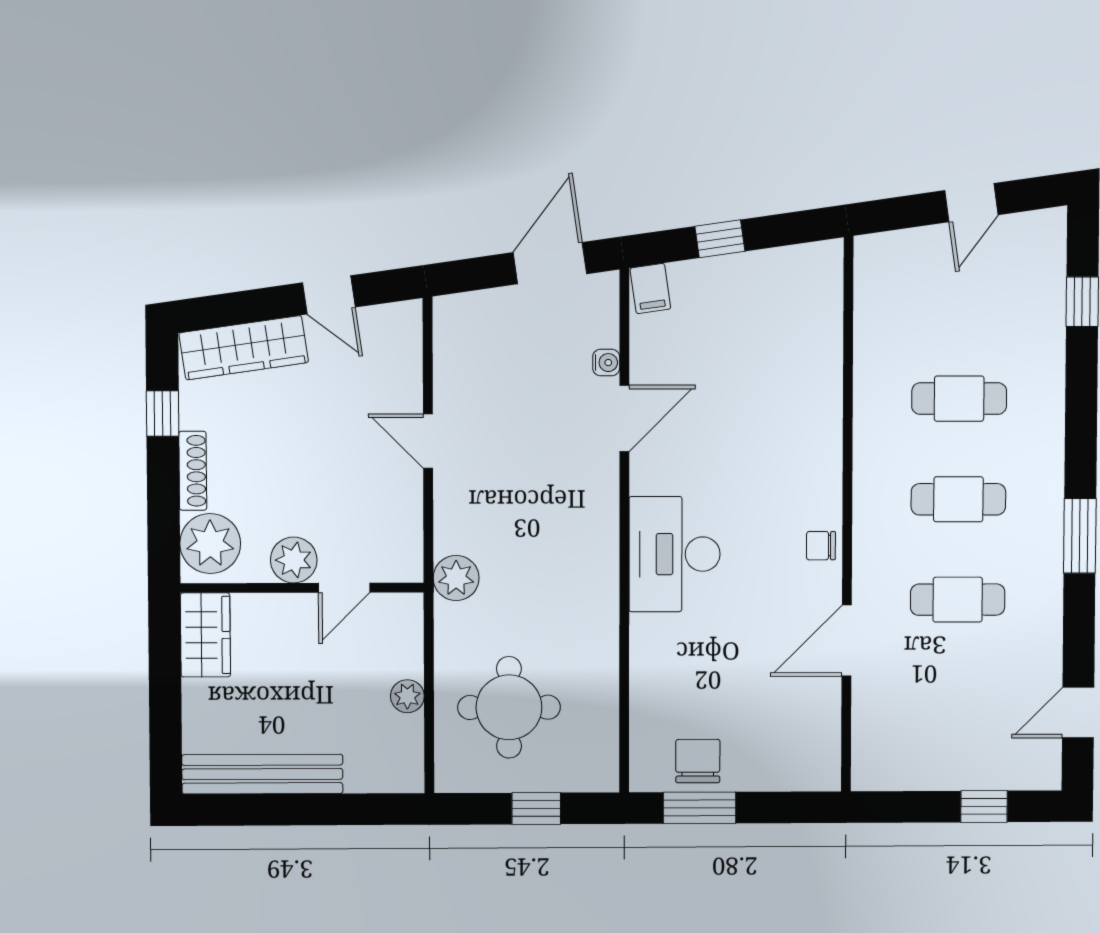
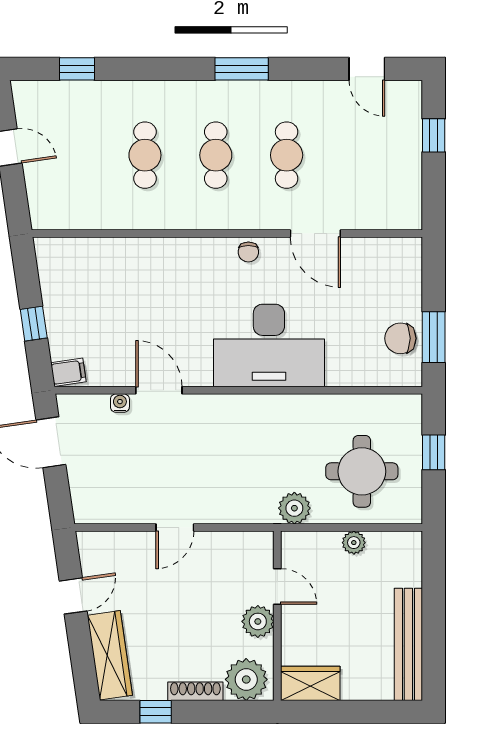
desk: (674, 554) -> (269, 345), width x1.36, depth x1.30
plant: (456, 578) -> (294, 508), moved

